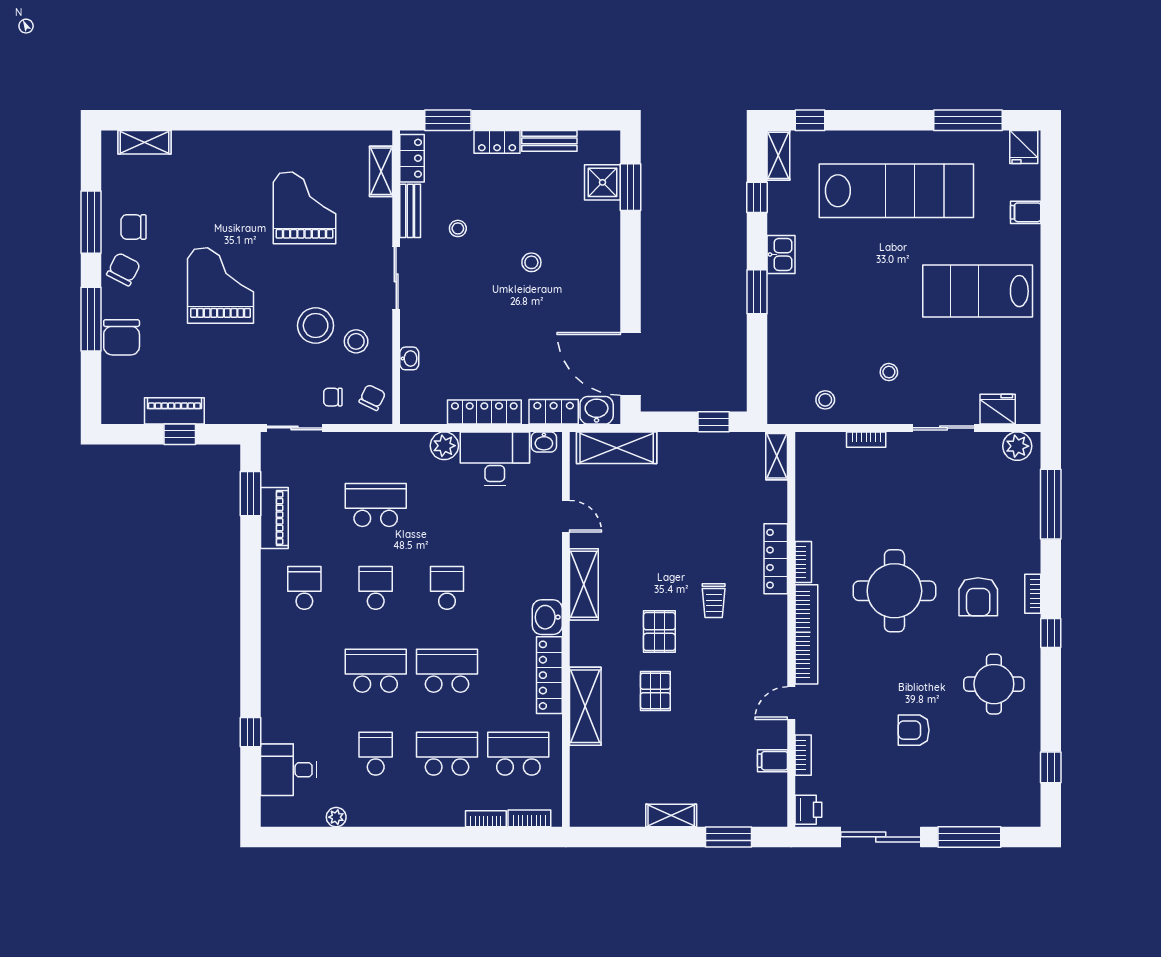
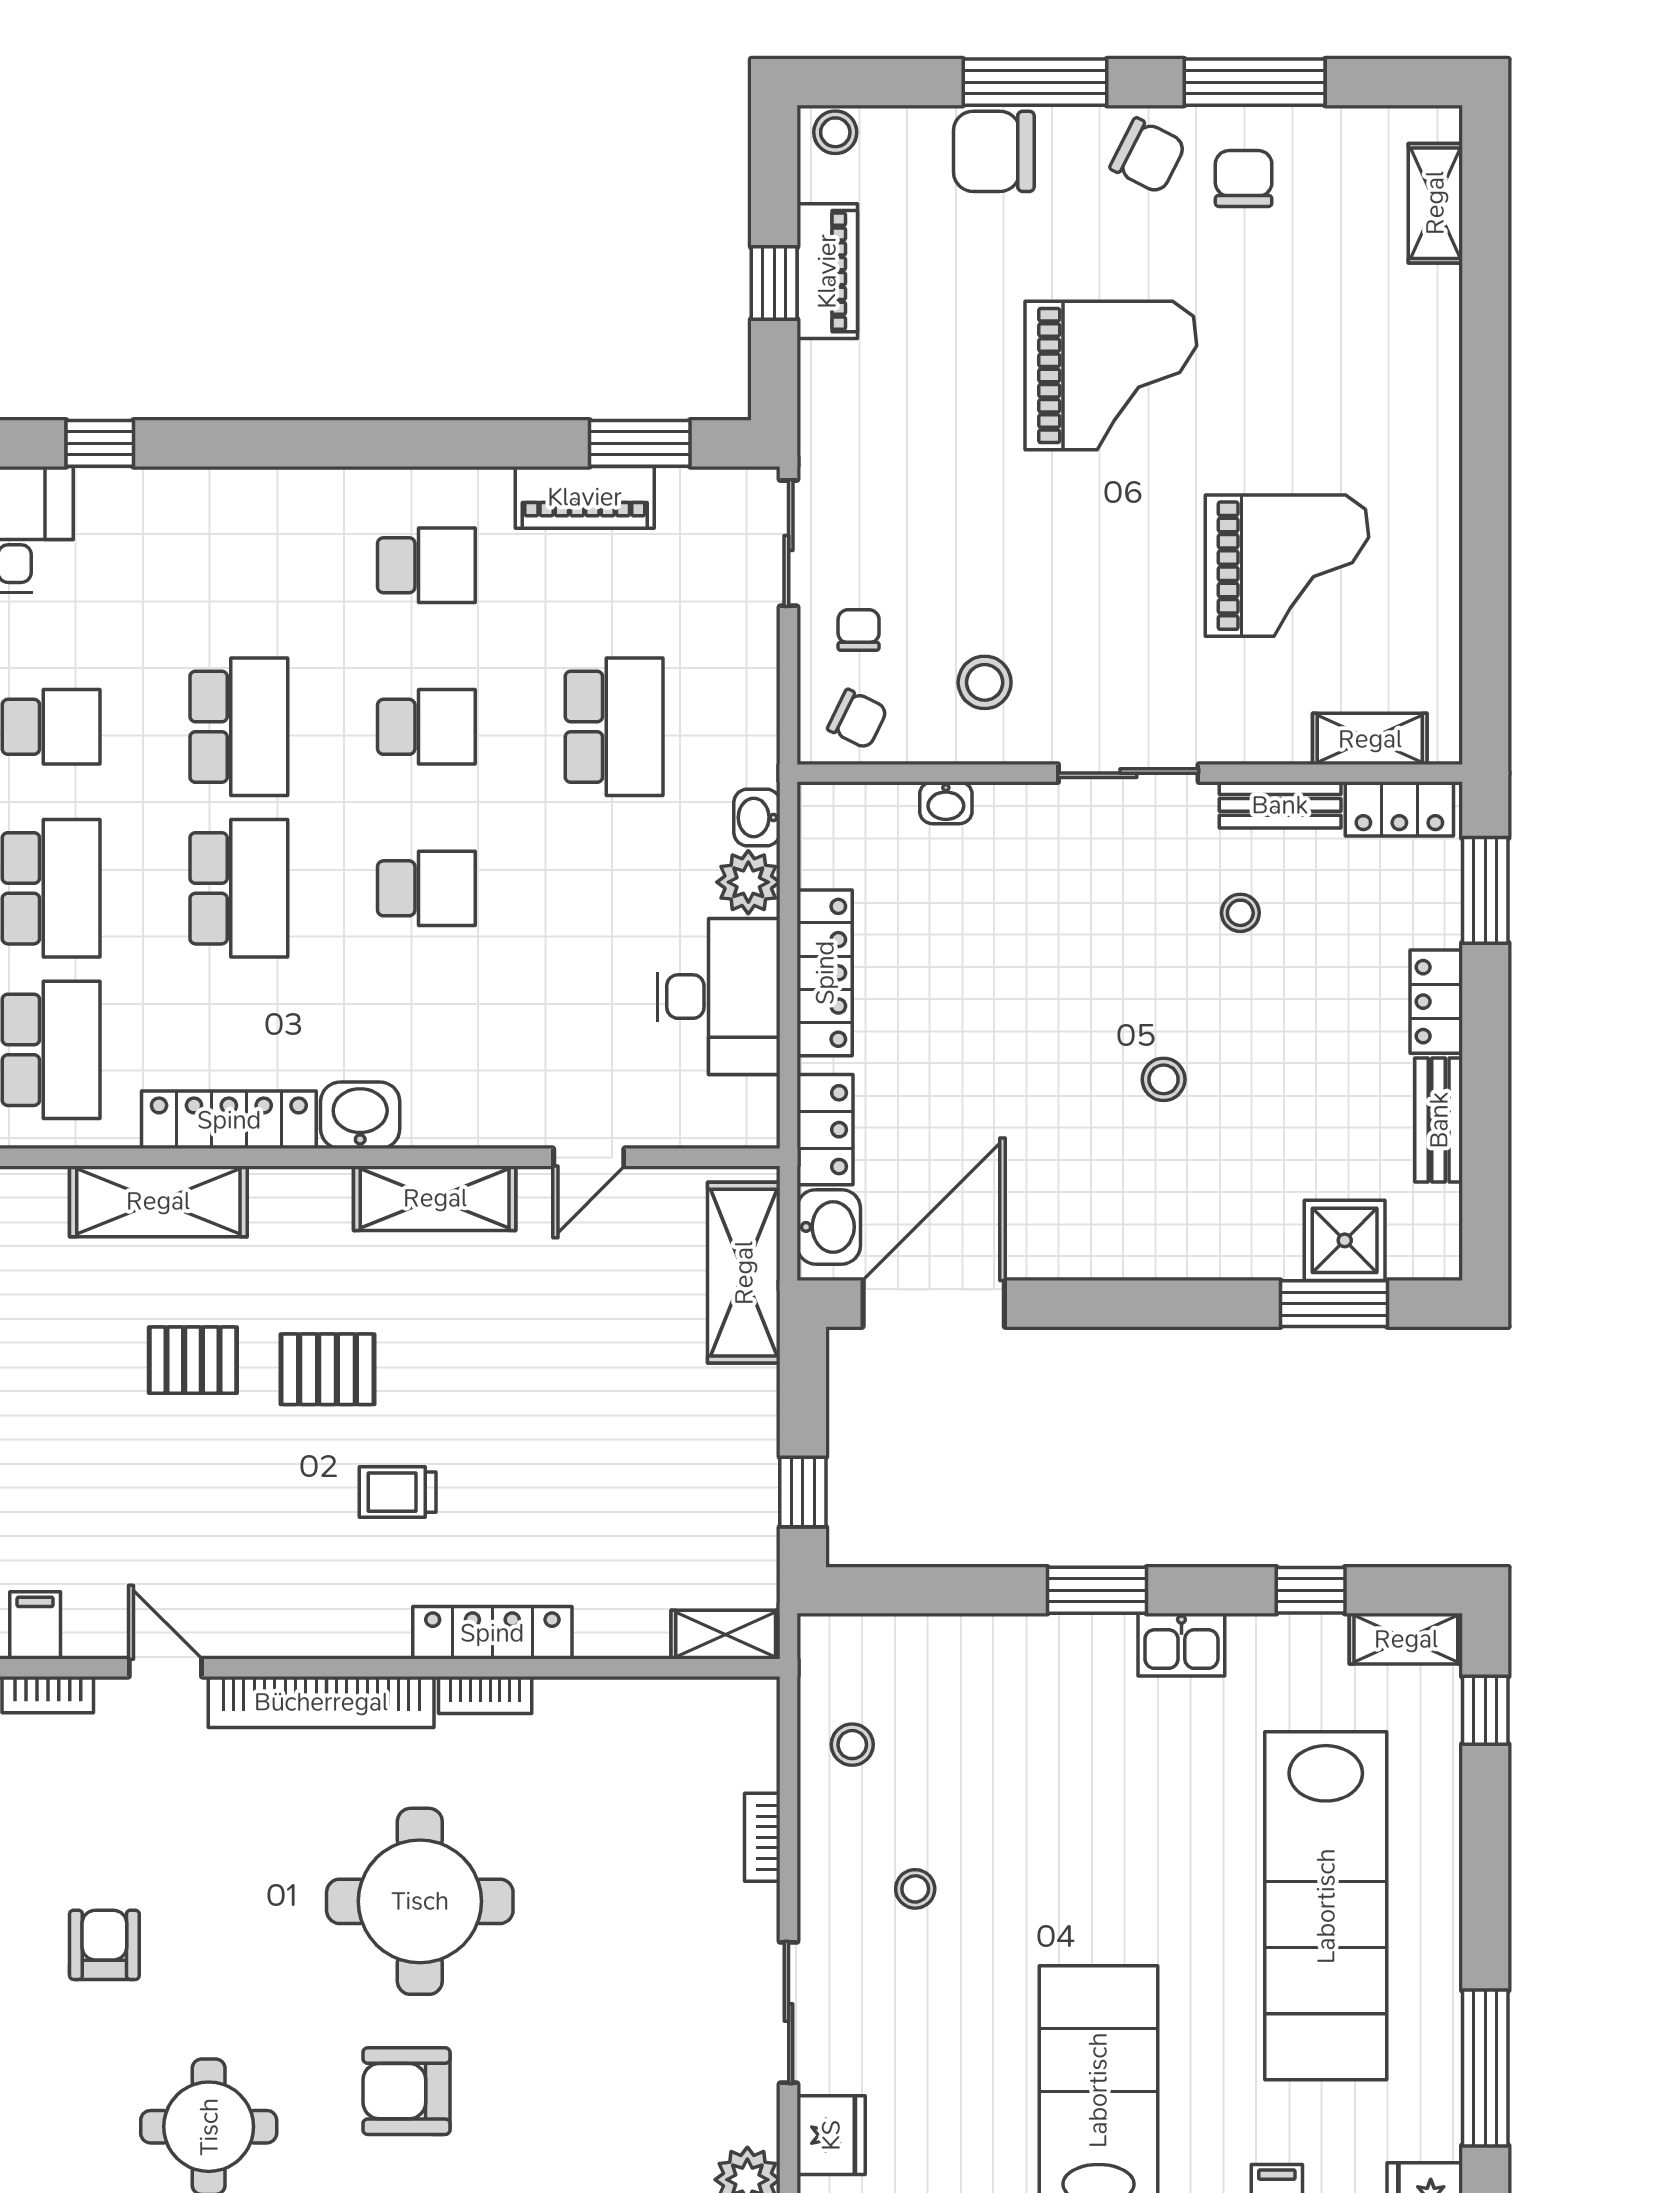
stool: (316, 326) -> (835, 132), moved, width x0.53, depth x0.53
washbasin: (544, 442) -> (757, 817), moved

